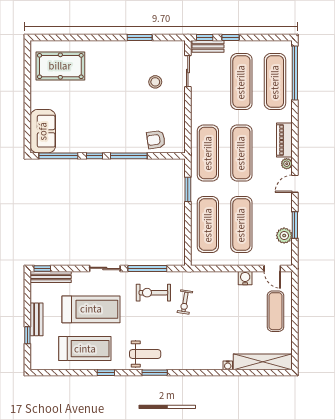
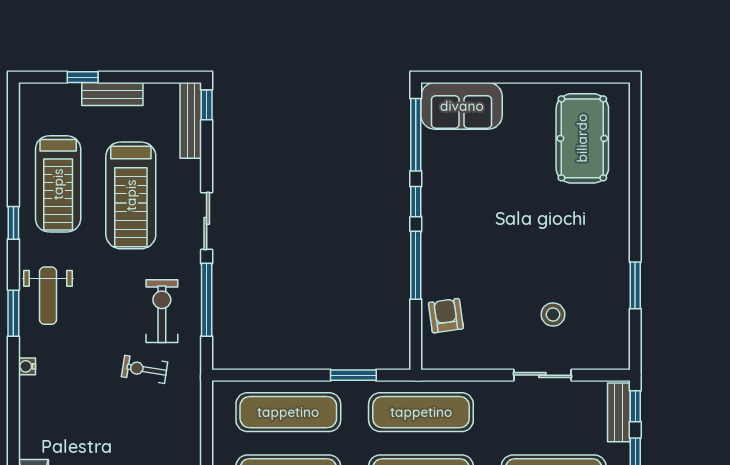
sliding door: (188, 71) -> (542, 375), moved
water cooler: (228, 365) -> (27, 366), moved

